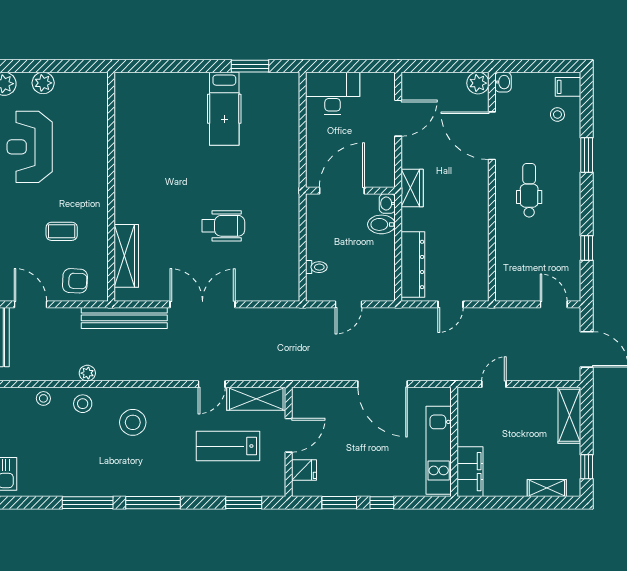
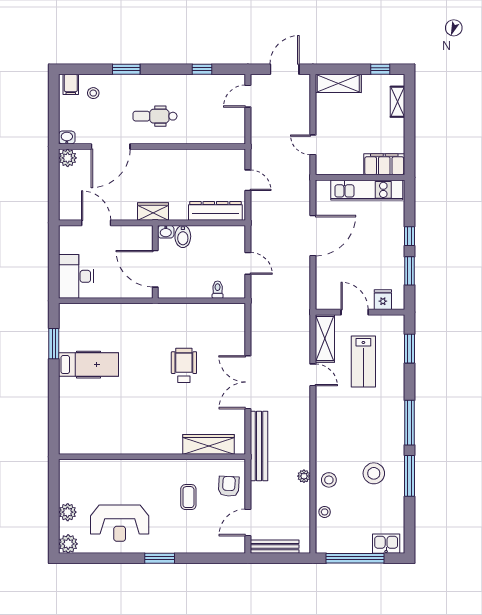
stool: (133, 422) -> (374, 473), moved

